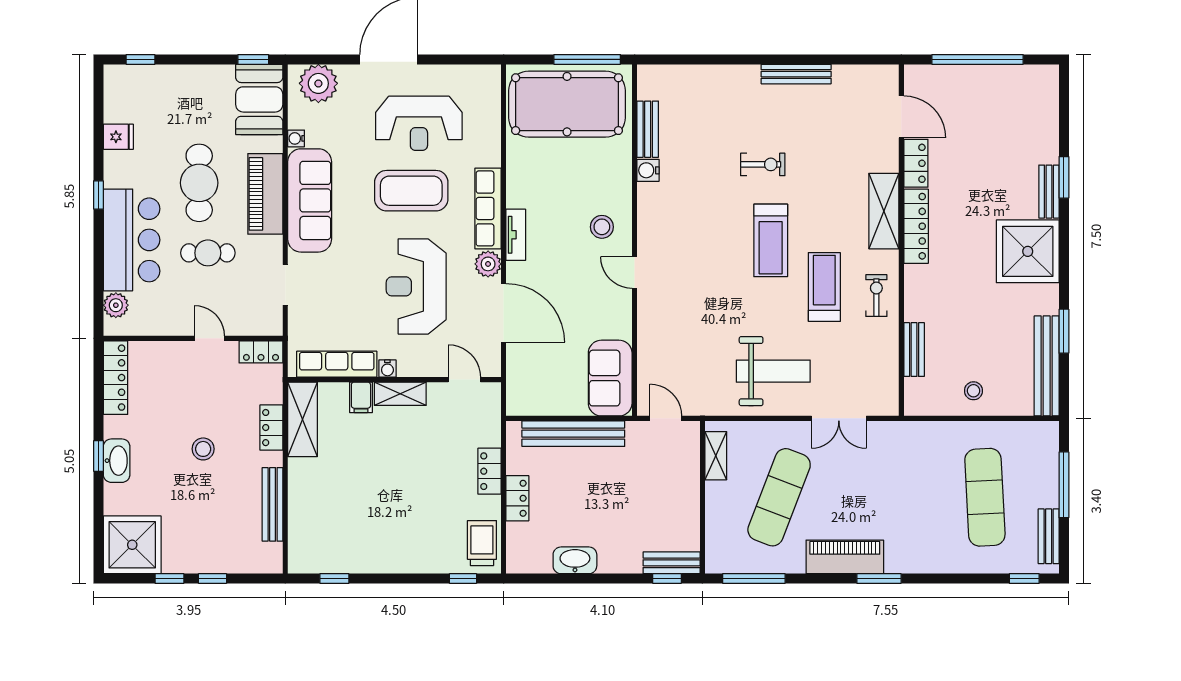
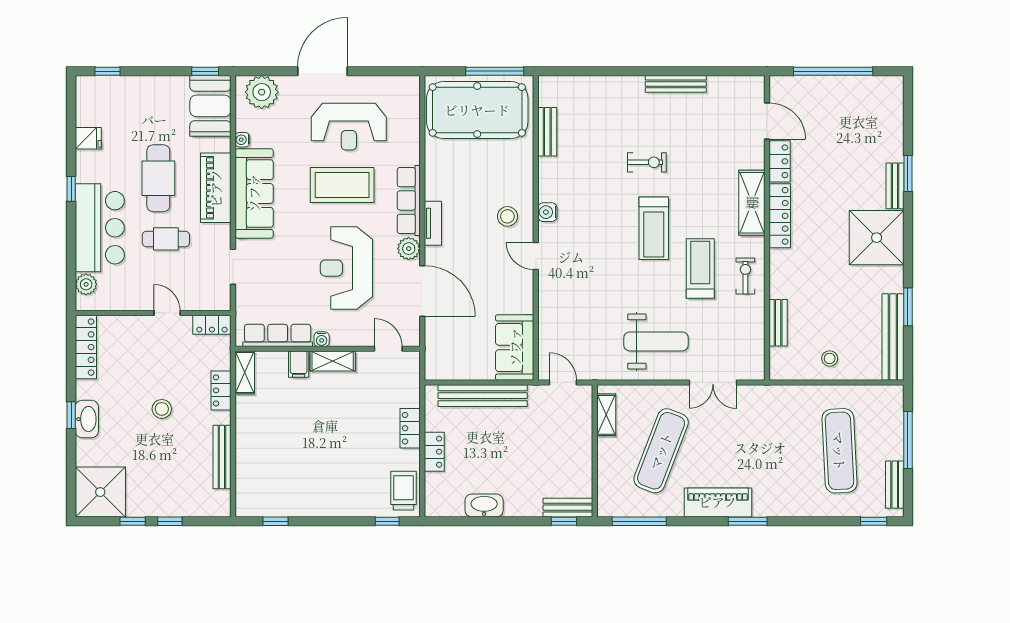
water cooler: (648, 170) -> (547, 212), moved
shelving: (303, 419) -> (245, 372), width x0.67, depth x0.75

